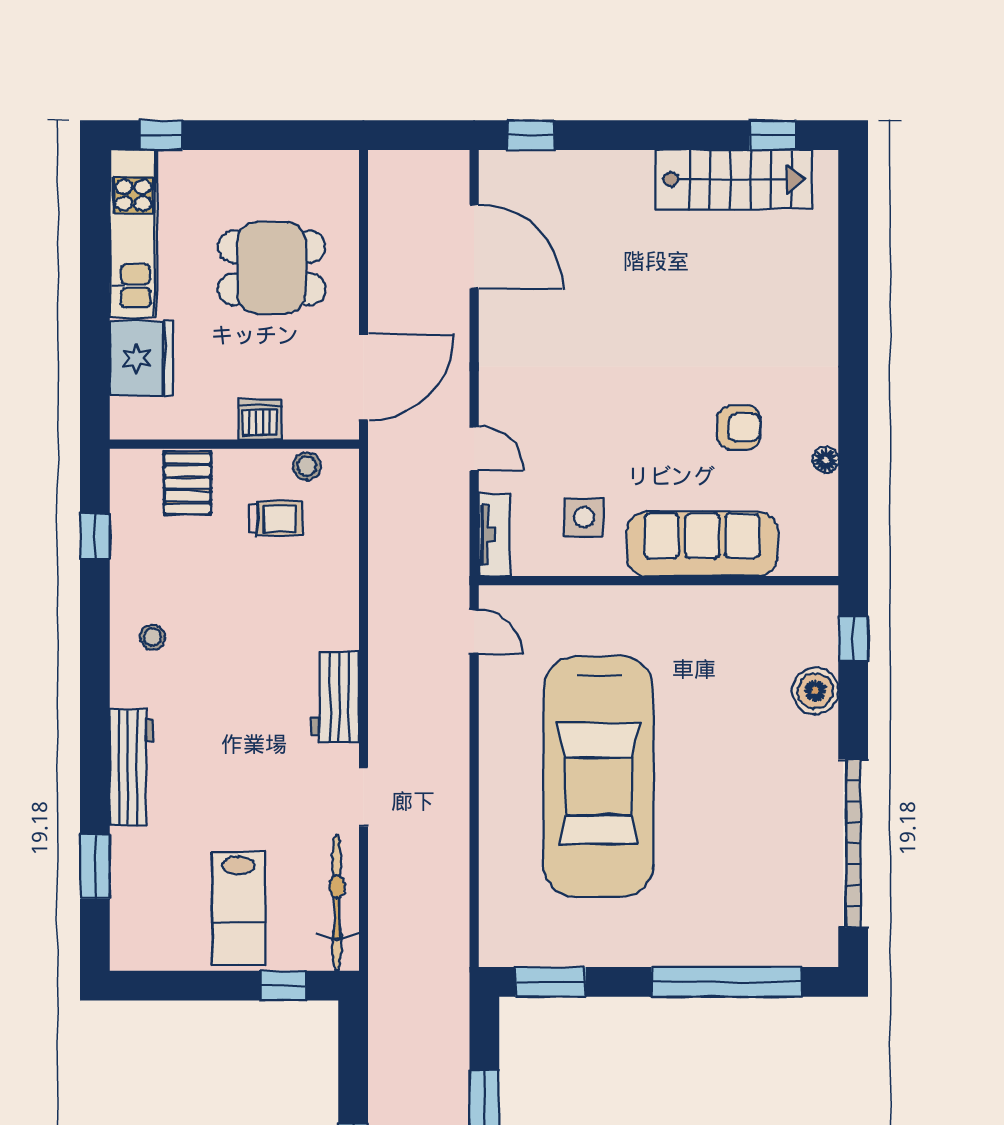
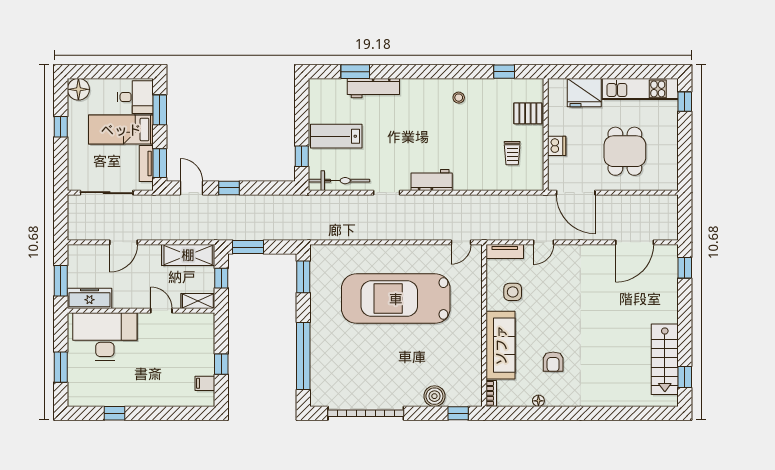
stool: (307, 466) -> (536, 167), removed
bookcase: (809, 565) -> (491, 393), added
workbench: (131, 767) -> (373, 88), moved

